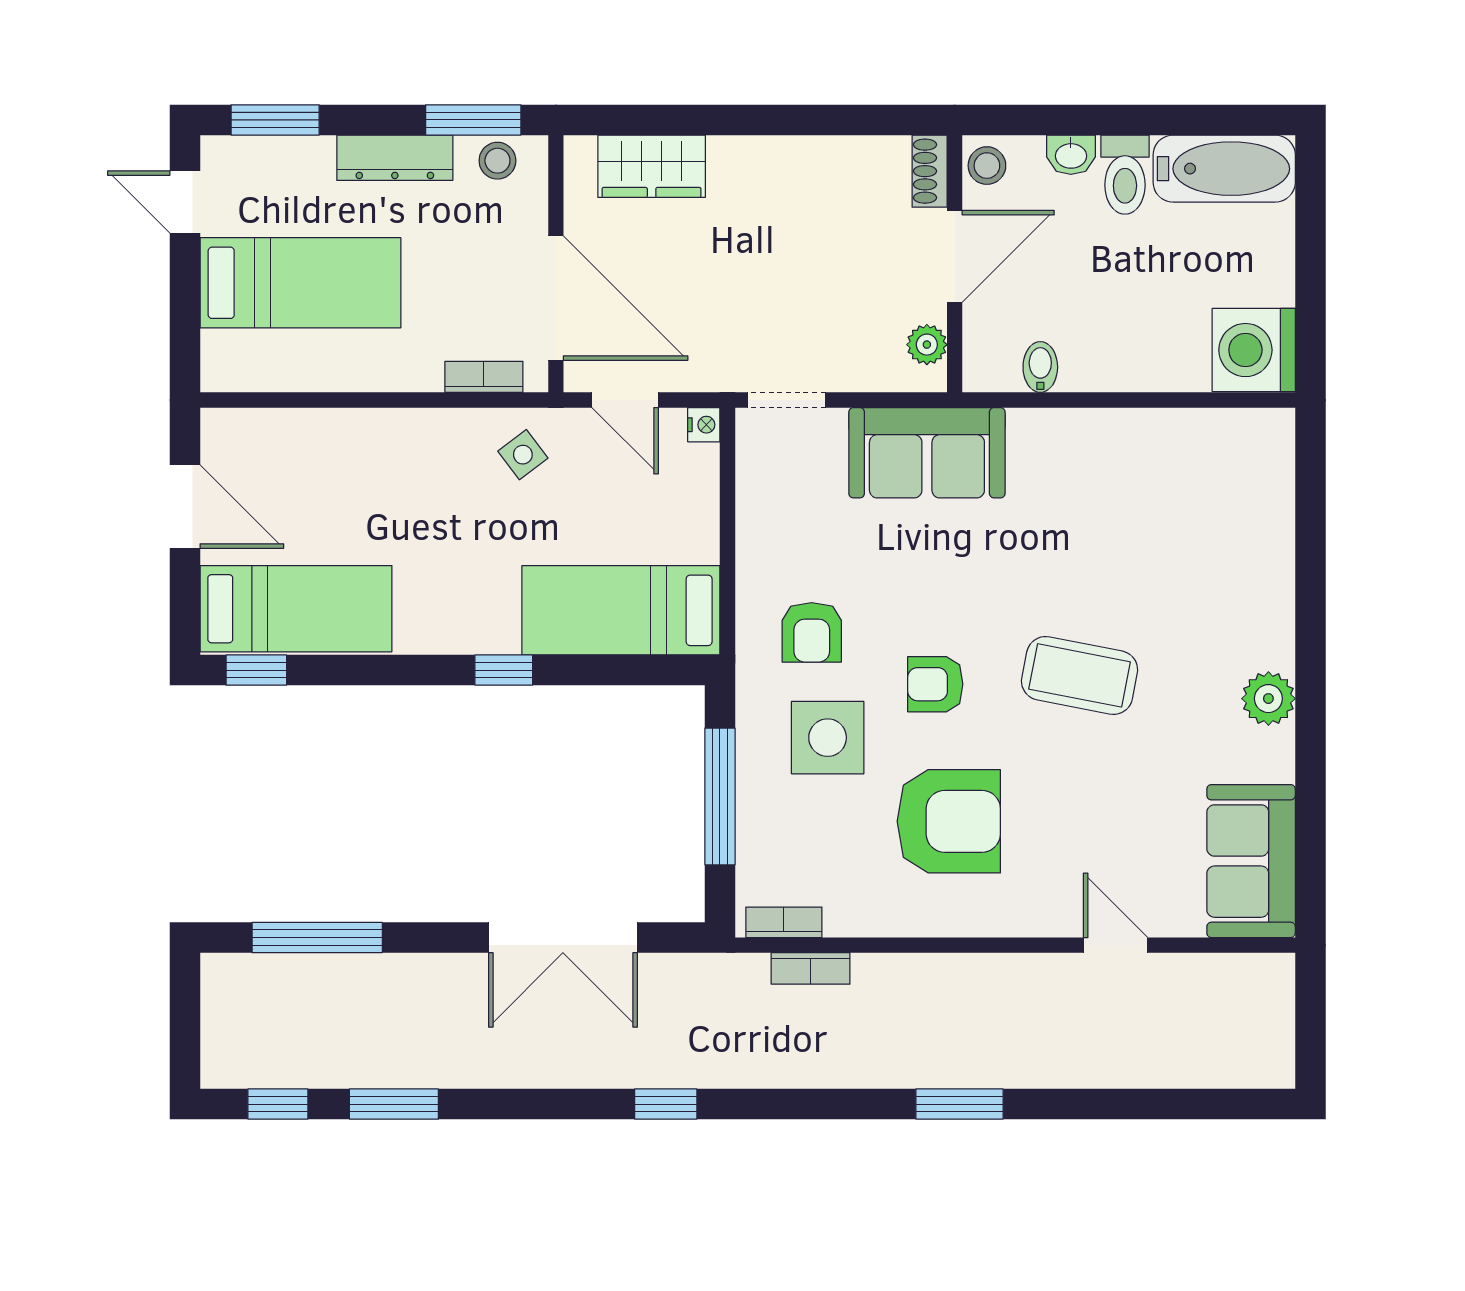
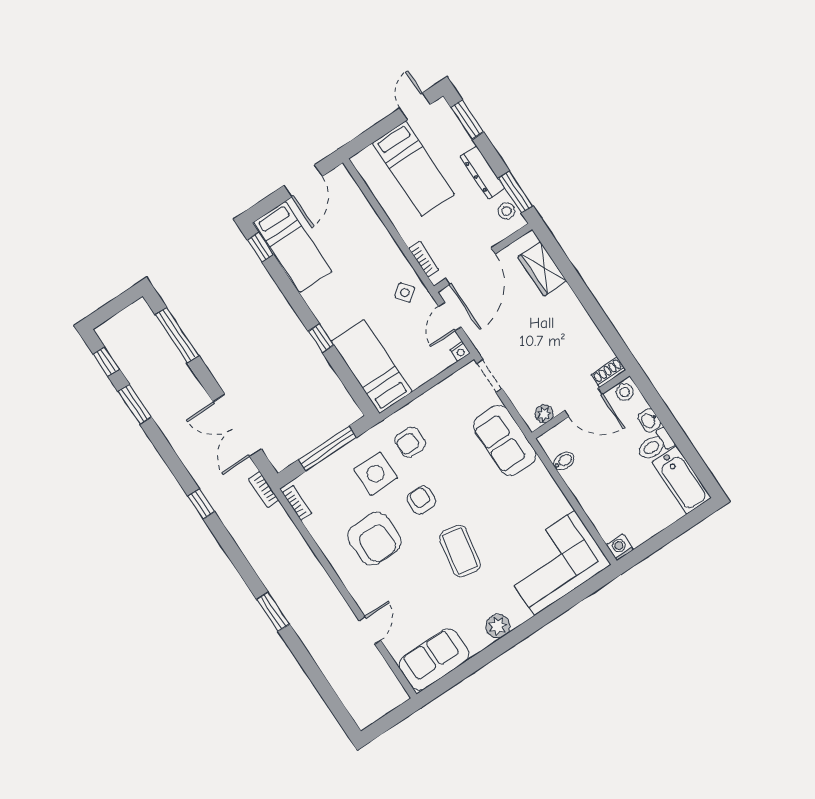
washing machine: (1254, 350) -> (620, 547), width x0.53, depth x0.53
corner sofa: (1221, 512) -> (555, 563), added
bookcase: (811, 968) -> (264, 490), moved

